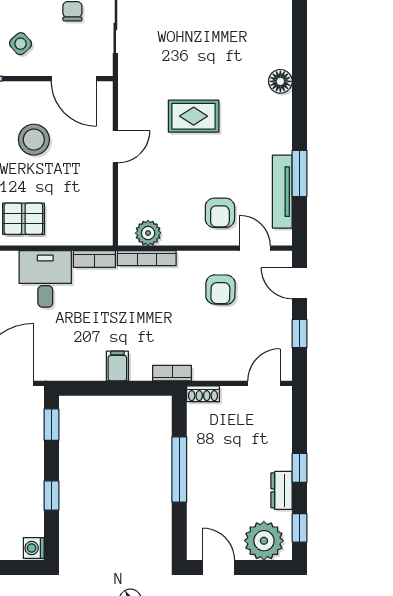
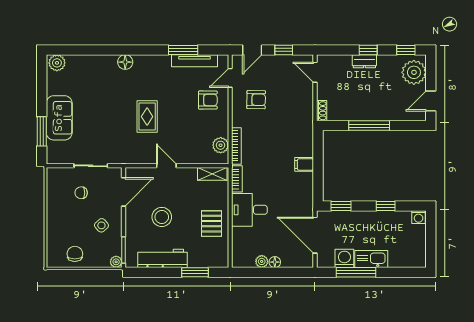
shelving: (102, 220) -> (212, 174), added
bookcase: (172, 373) -> (309, 130), removed
dresser: (282, 490) -> (364, 61), moved

